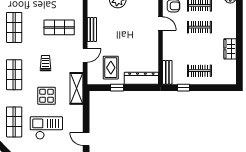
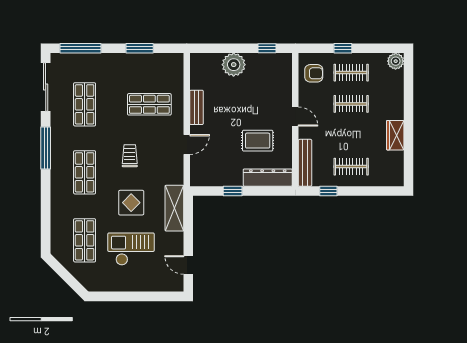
door: (161, 24) -> (295, 117), moved
rug: (111, 68) -> (258, 141), moved, turned 90
bench: (167, 72) -> (305, 163), width x1.36
shelving: (77, 88) -> (174, 208), moved

